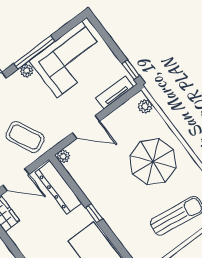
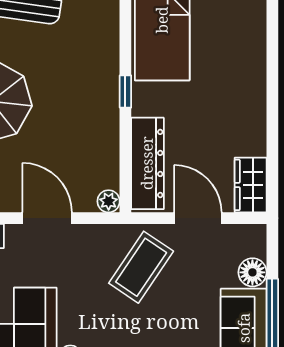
coffee table: (25, 137) -> (141, 267), turned 60

